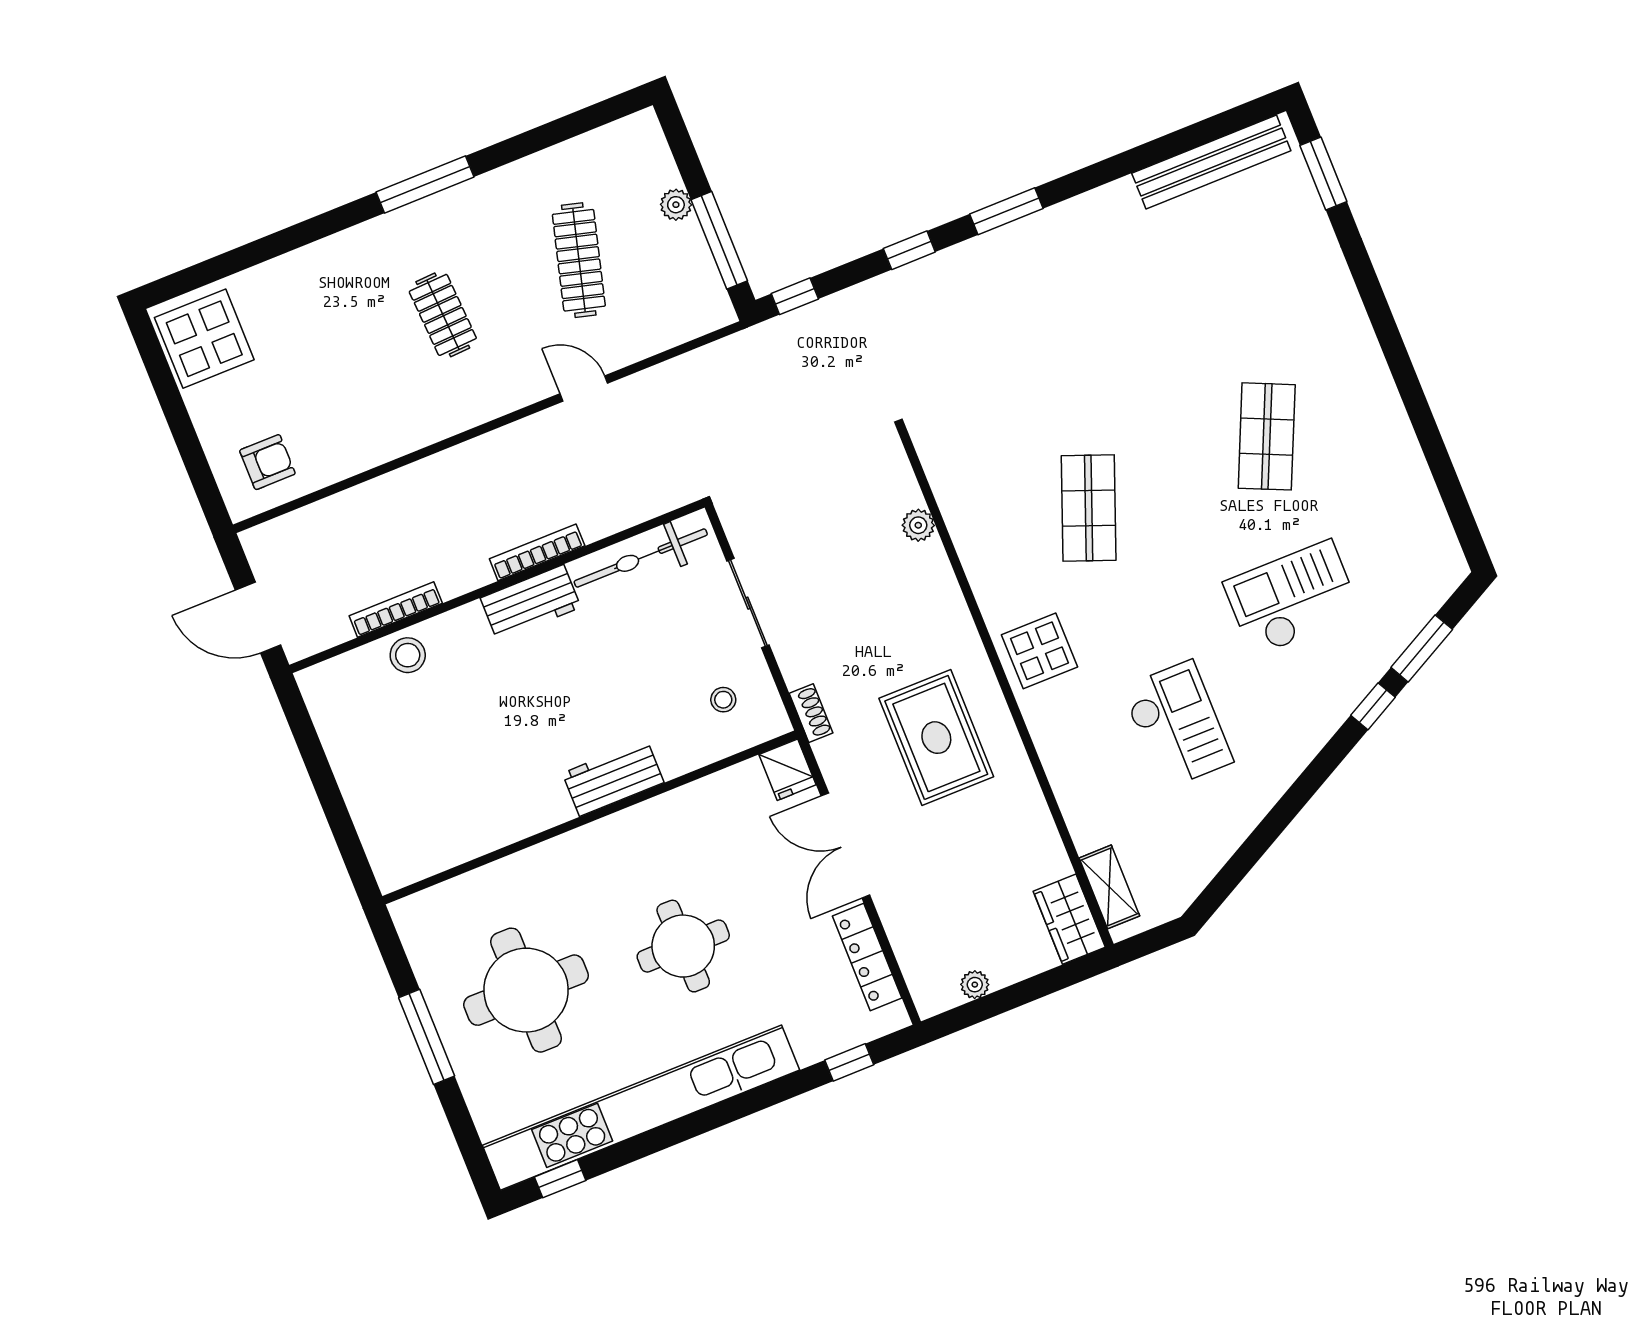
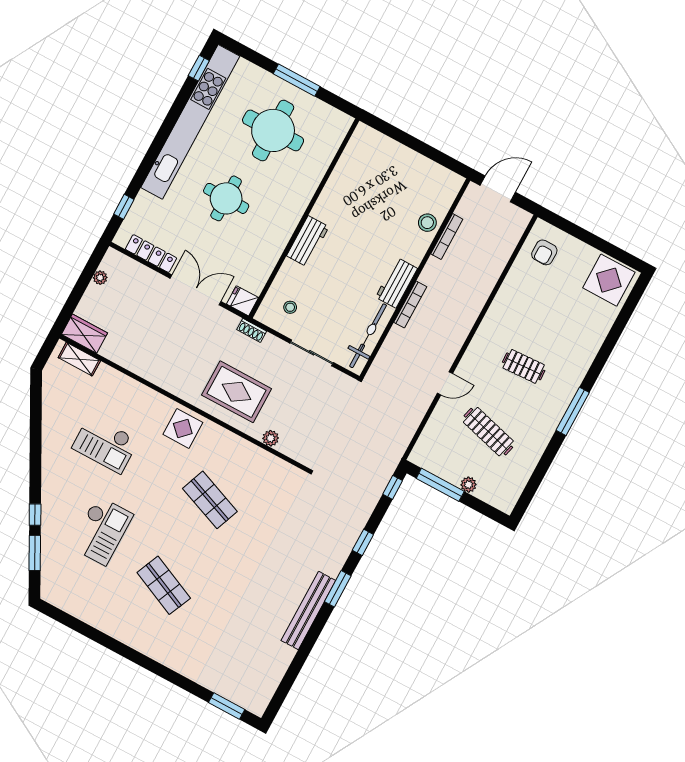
bench: (1211, 162) -> (308, 610), moved
rug: (936, 738) -> (237, 392), moved

